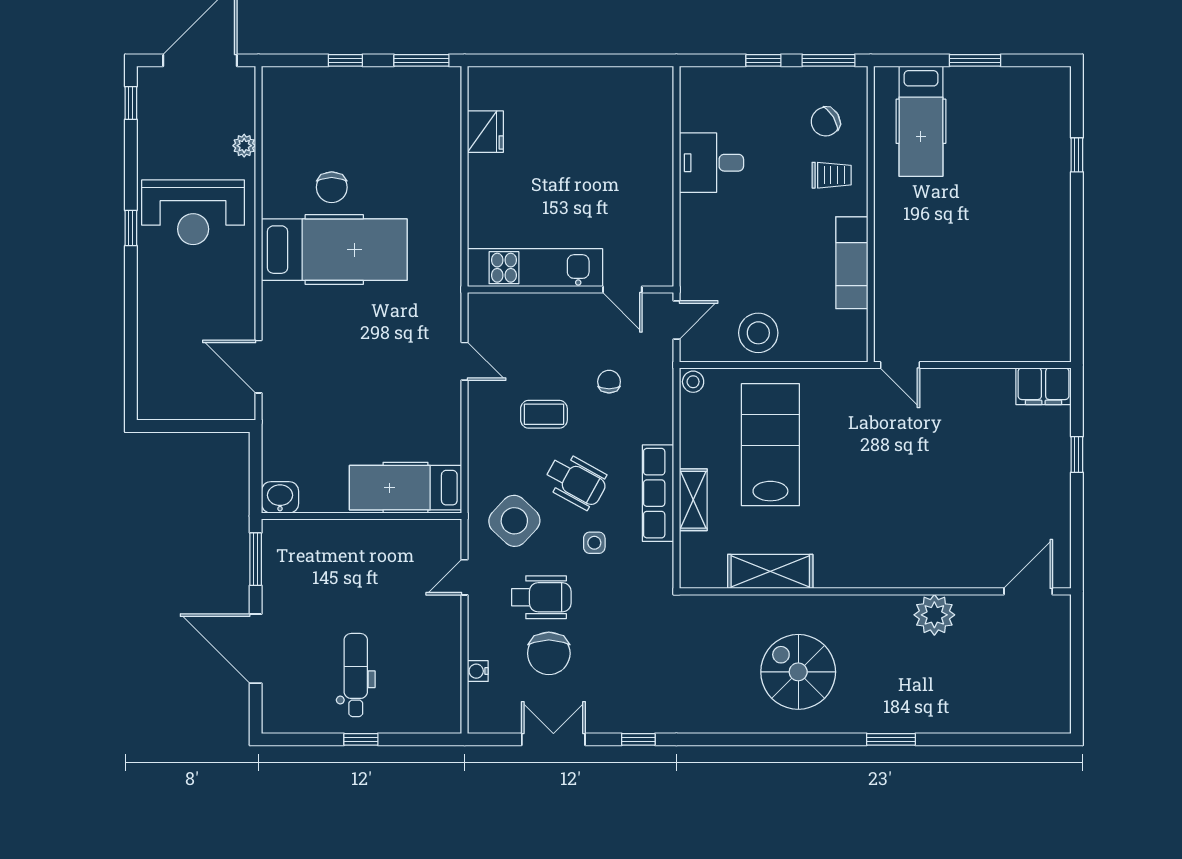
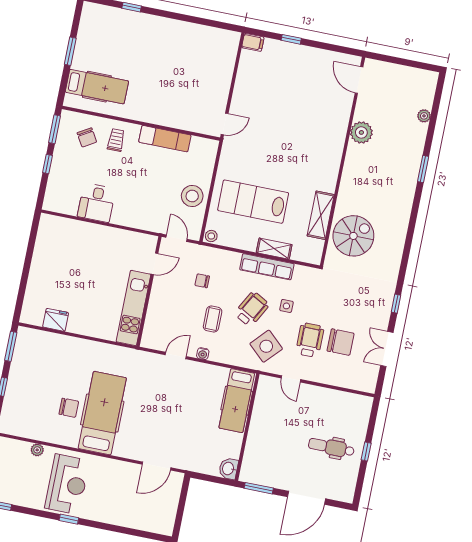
filing cabinet: (1044, 386) -> (253, 42), width x0.50
water cooler: (478, 671) -> (203, 354), moved
spiral stairs: (798, 672) -> (353, 236), moved, turned 180
plant: (987, 722) -> (424, 116), added

